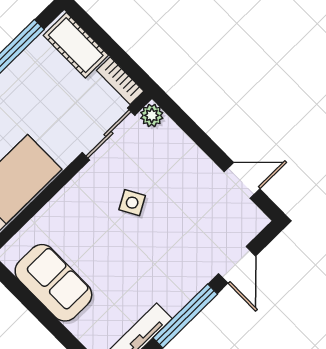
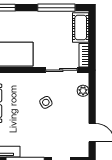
plant: (152, 115) -> (83, 91), moved

